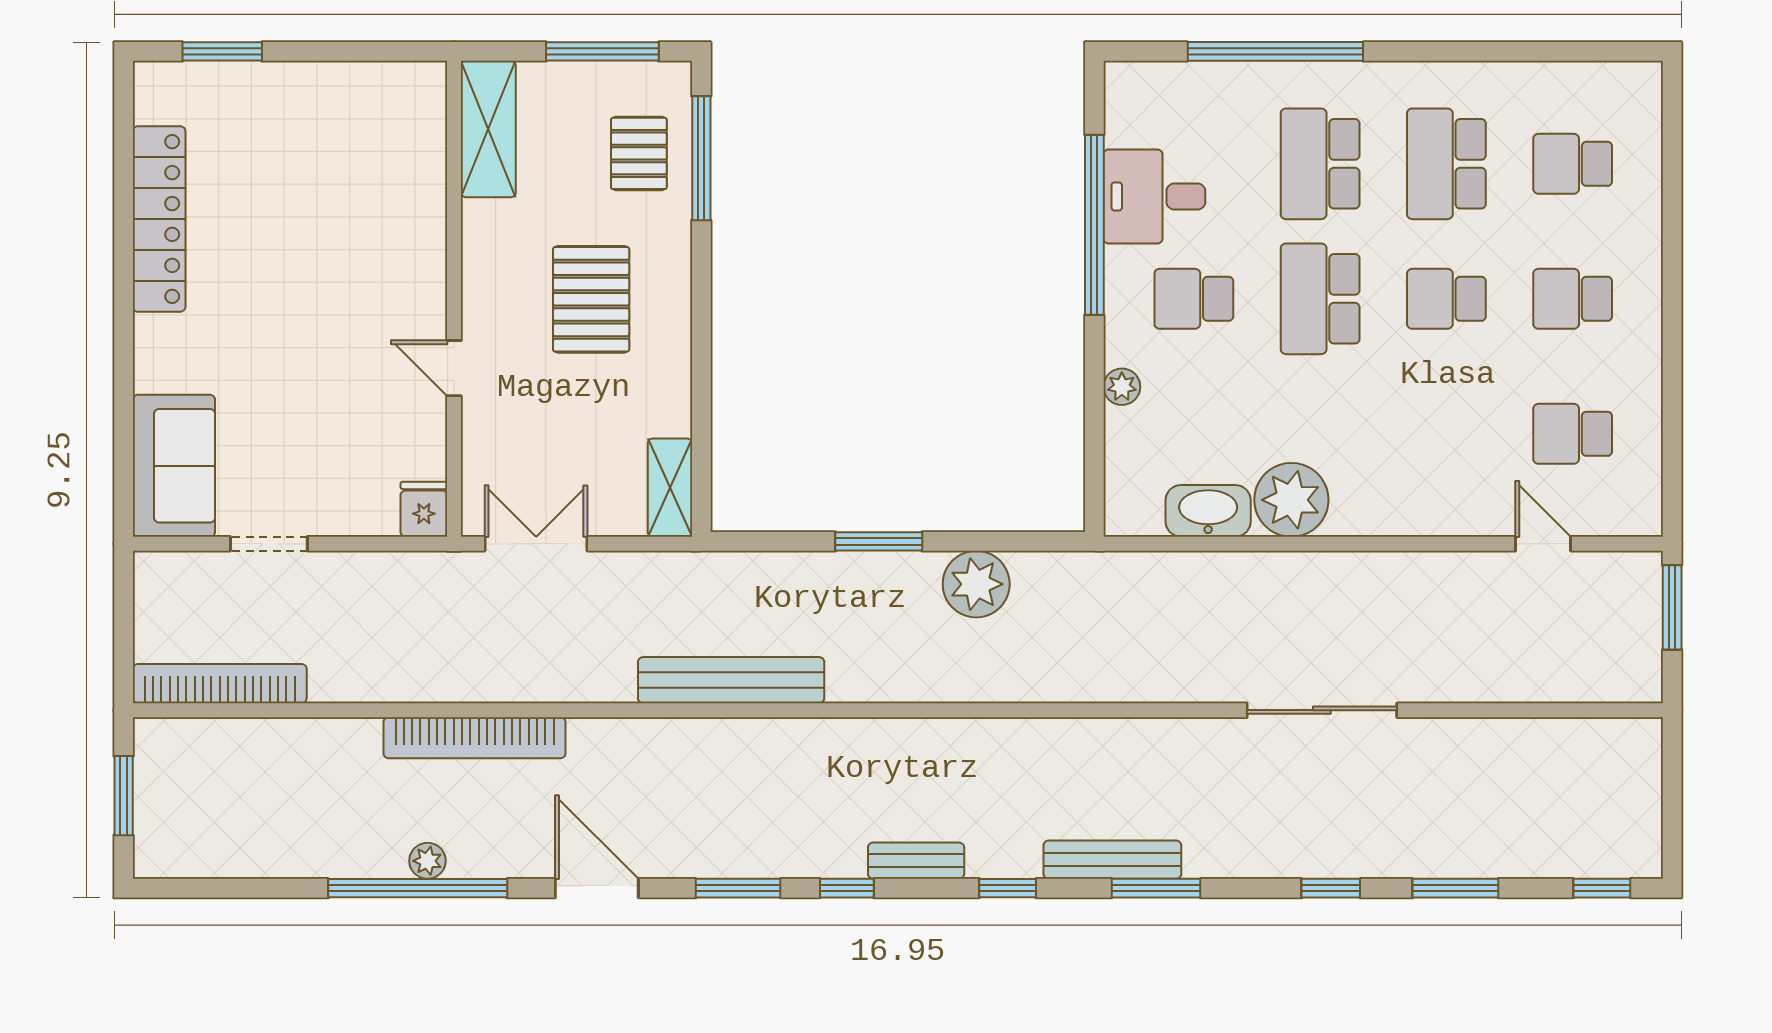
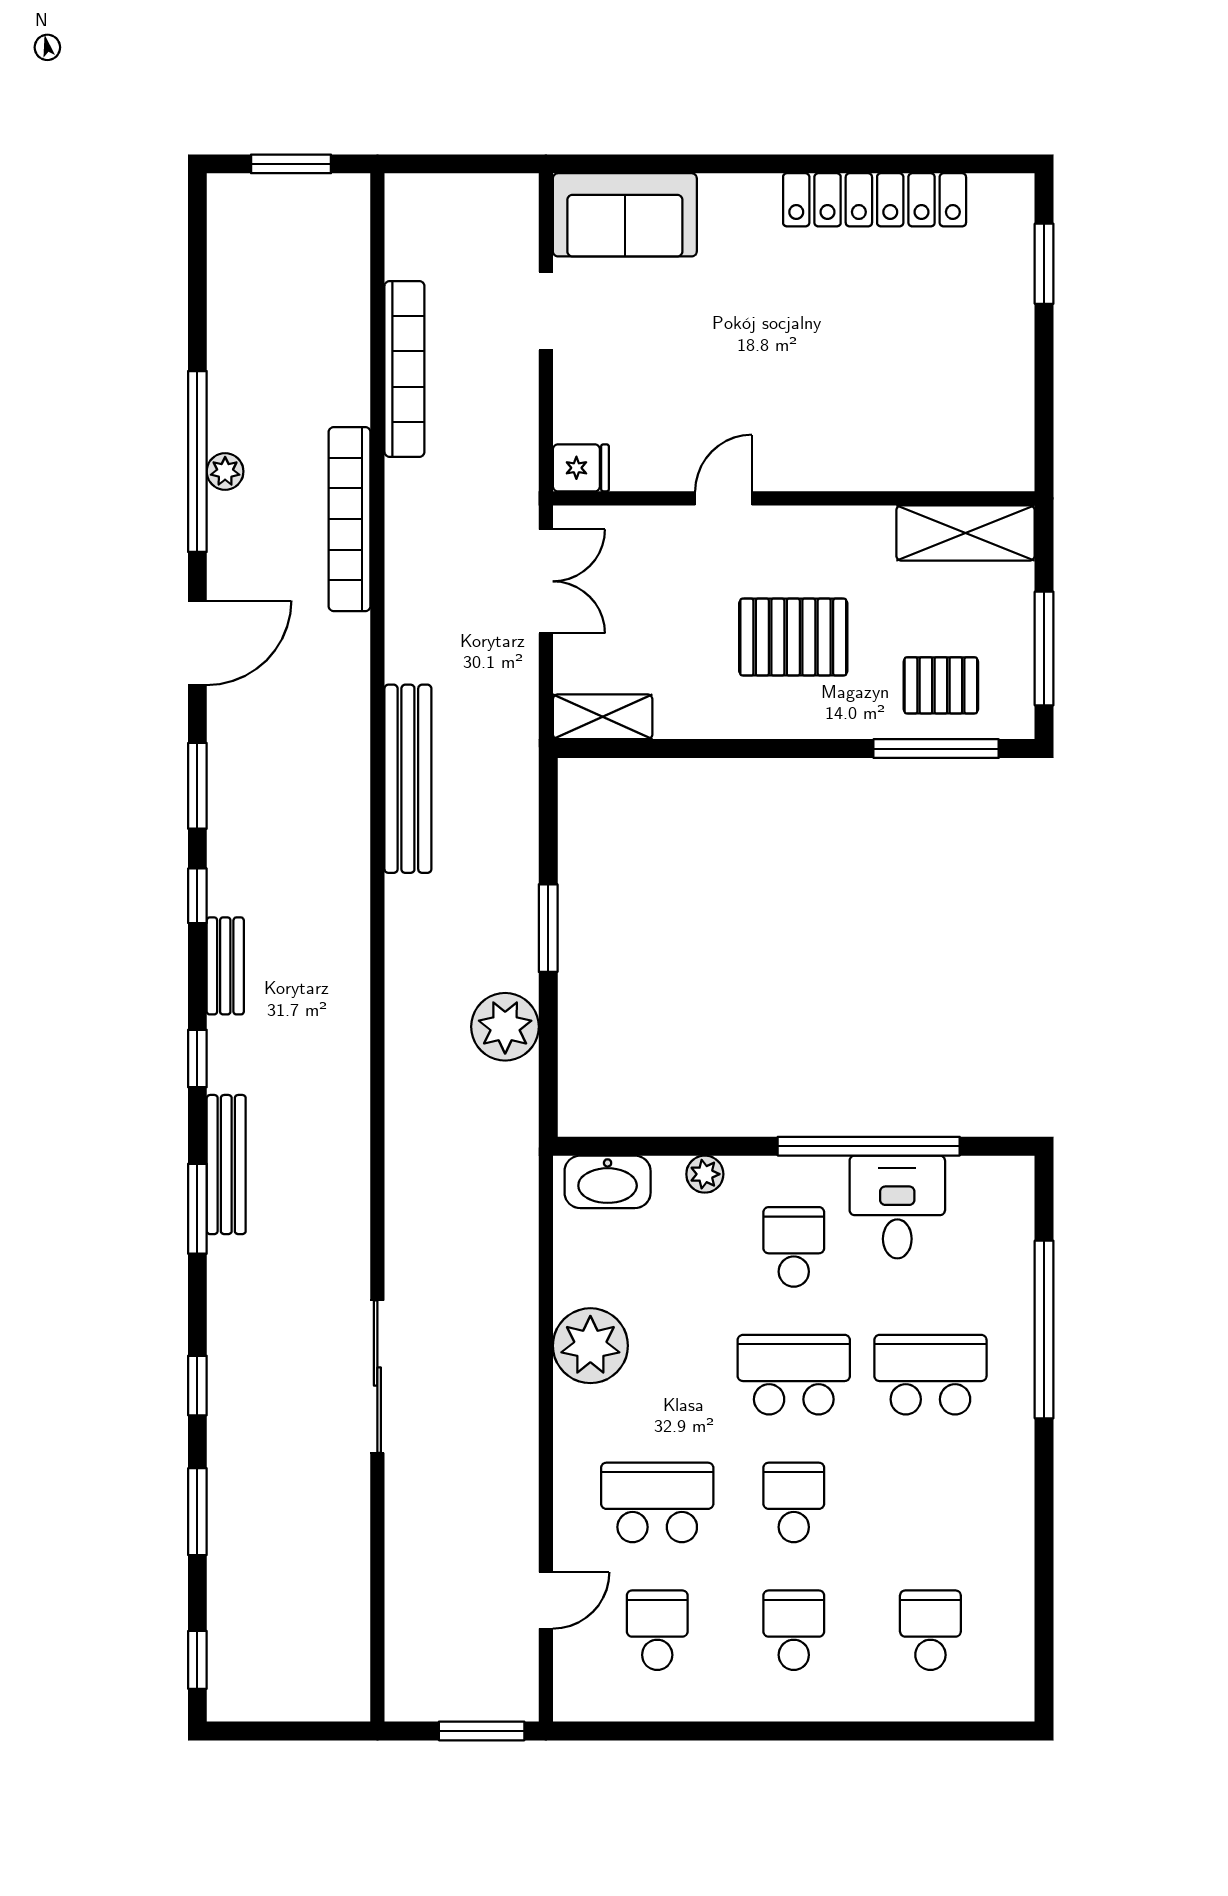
school desk: (1446, 164) -> (657, 1502), moved
washbasin: (1208, 511) -> (608, 1182), moved, turned 90
bookcase: (220, 684) -> (404, 369), moved

